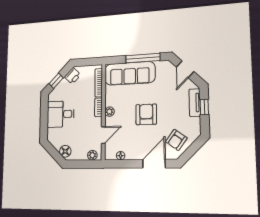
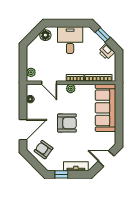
window: (143, 58) -> (119, 120), removed
window: (204, 107) -> (61, 174), moved
floor lamp: (65, 151) -> (45, 35), moved
door: (154, 164) -> (23, 130), hinge flipped

